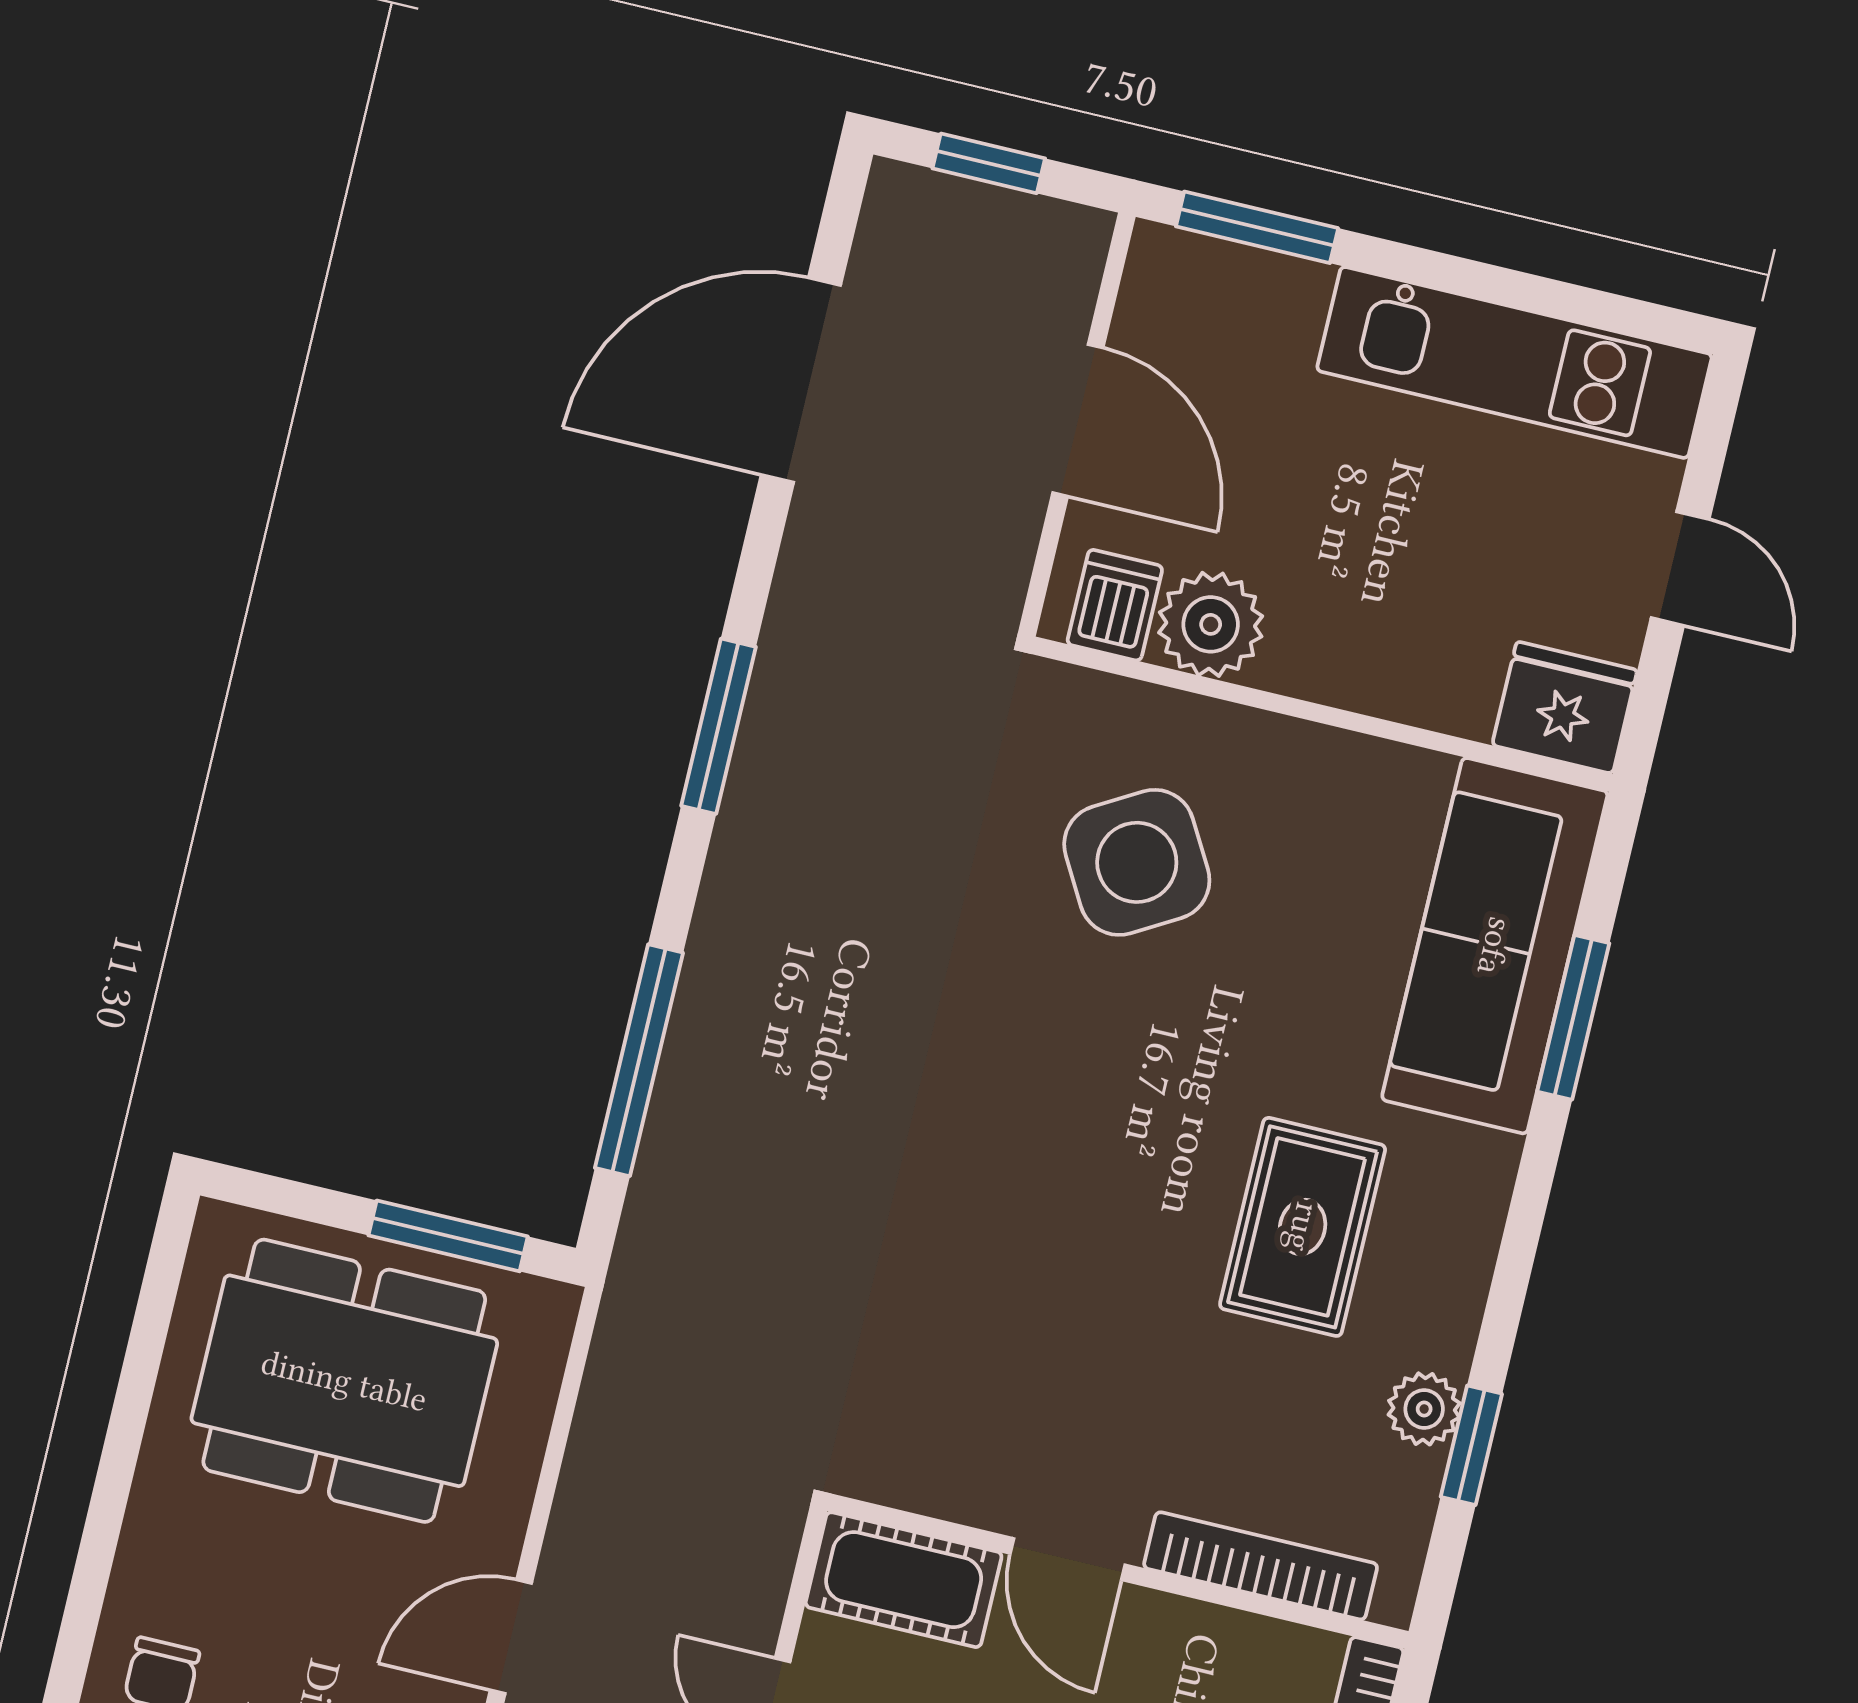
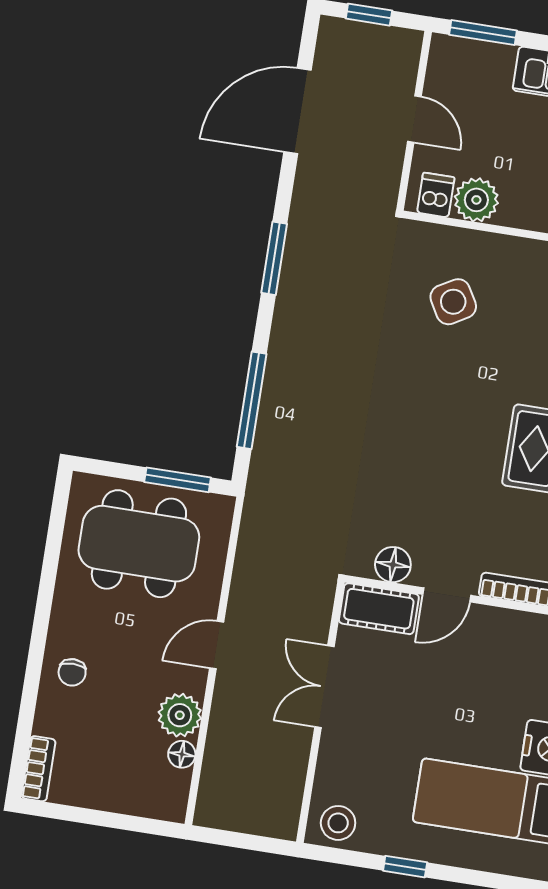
door: (1078, 420) -> (414, 119), width x0.73
side table: (1137, 862) -> (453, 302), width x0.73, depth x0.73
floor lamp: (945, 1477) -> (393, 565), added
door: (1068, 1559) -> (447, 595), hinge flipped

